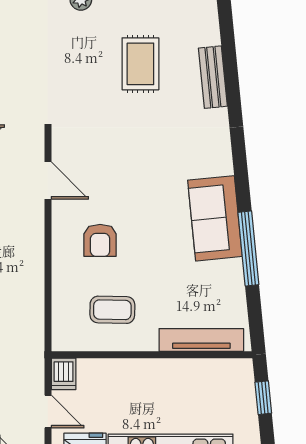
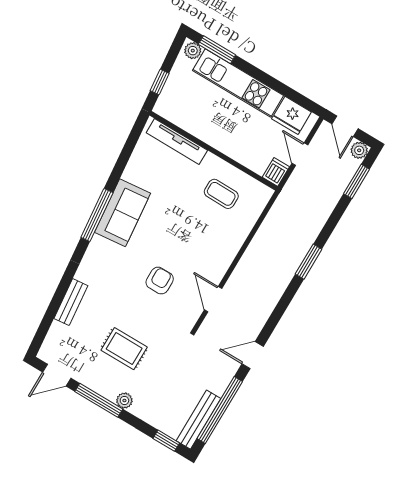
rug: (140, 64) -> (124, 349), moved, turned 90
armchair: (100, 240) -> (160, 281), moved
window: (248, 248) -> (97, 215), moved

